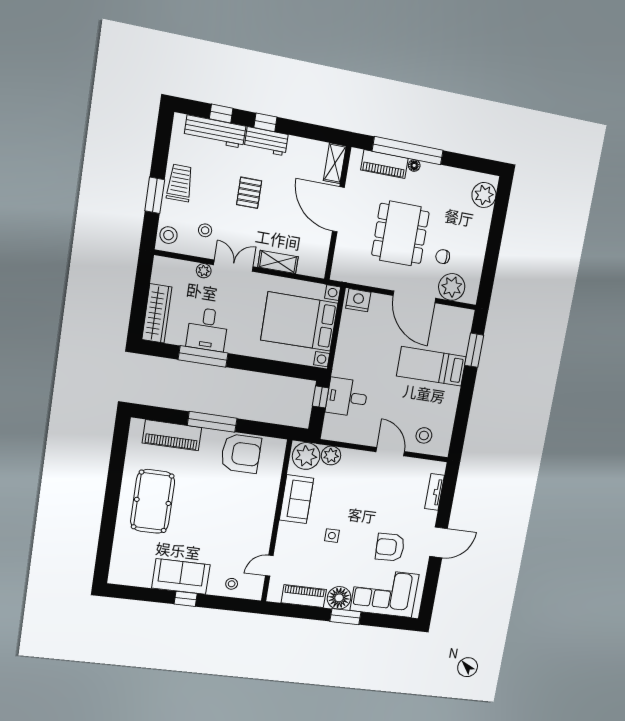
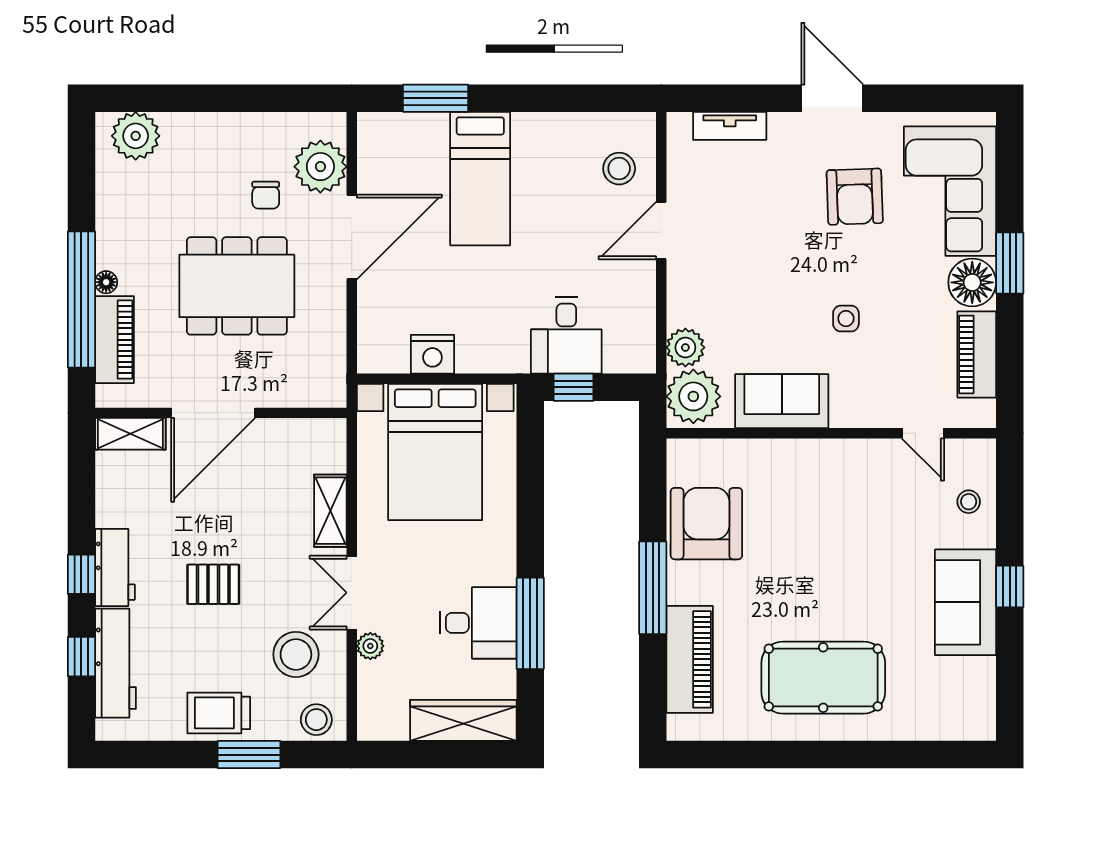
stool: (205, 230) -> (296, 654), width x1.89, depth x1.89
nightstand: (358, 300) -> (432, 354), moved, turned -90

